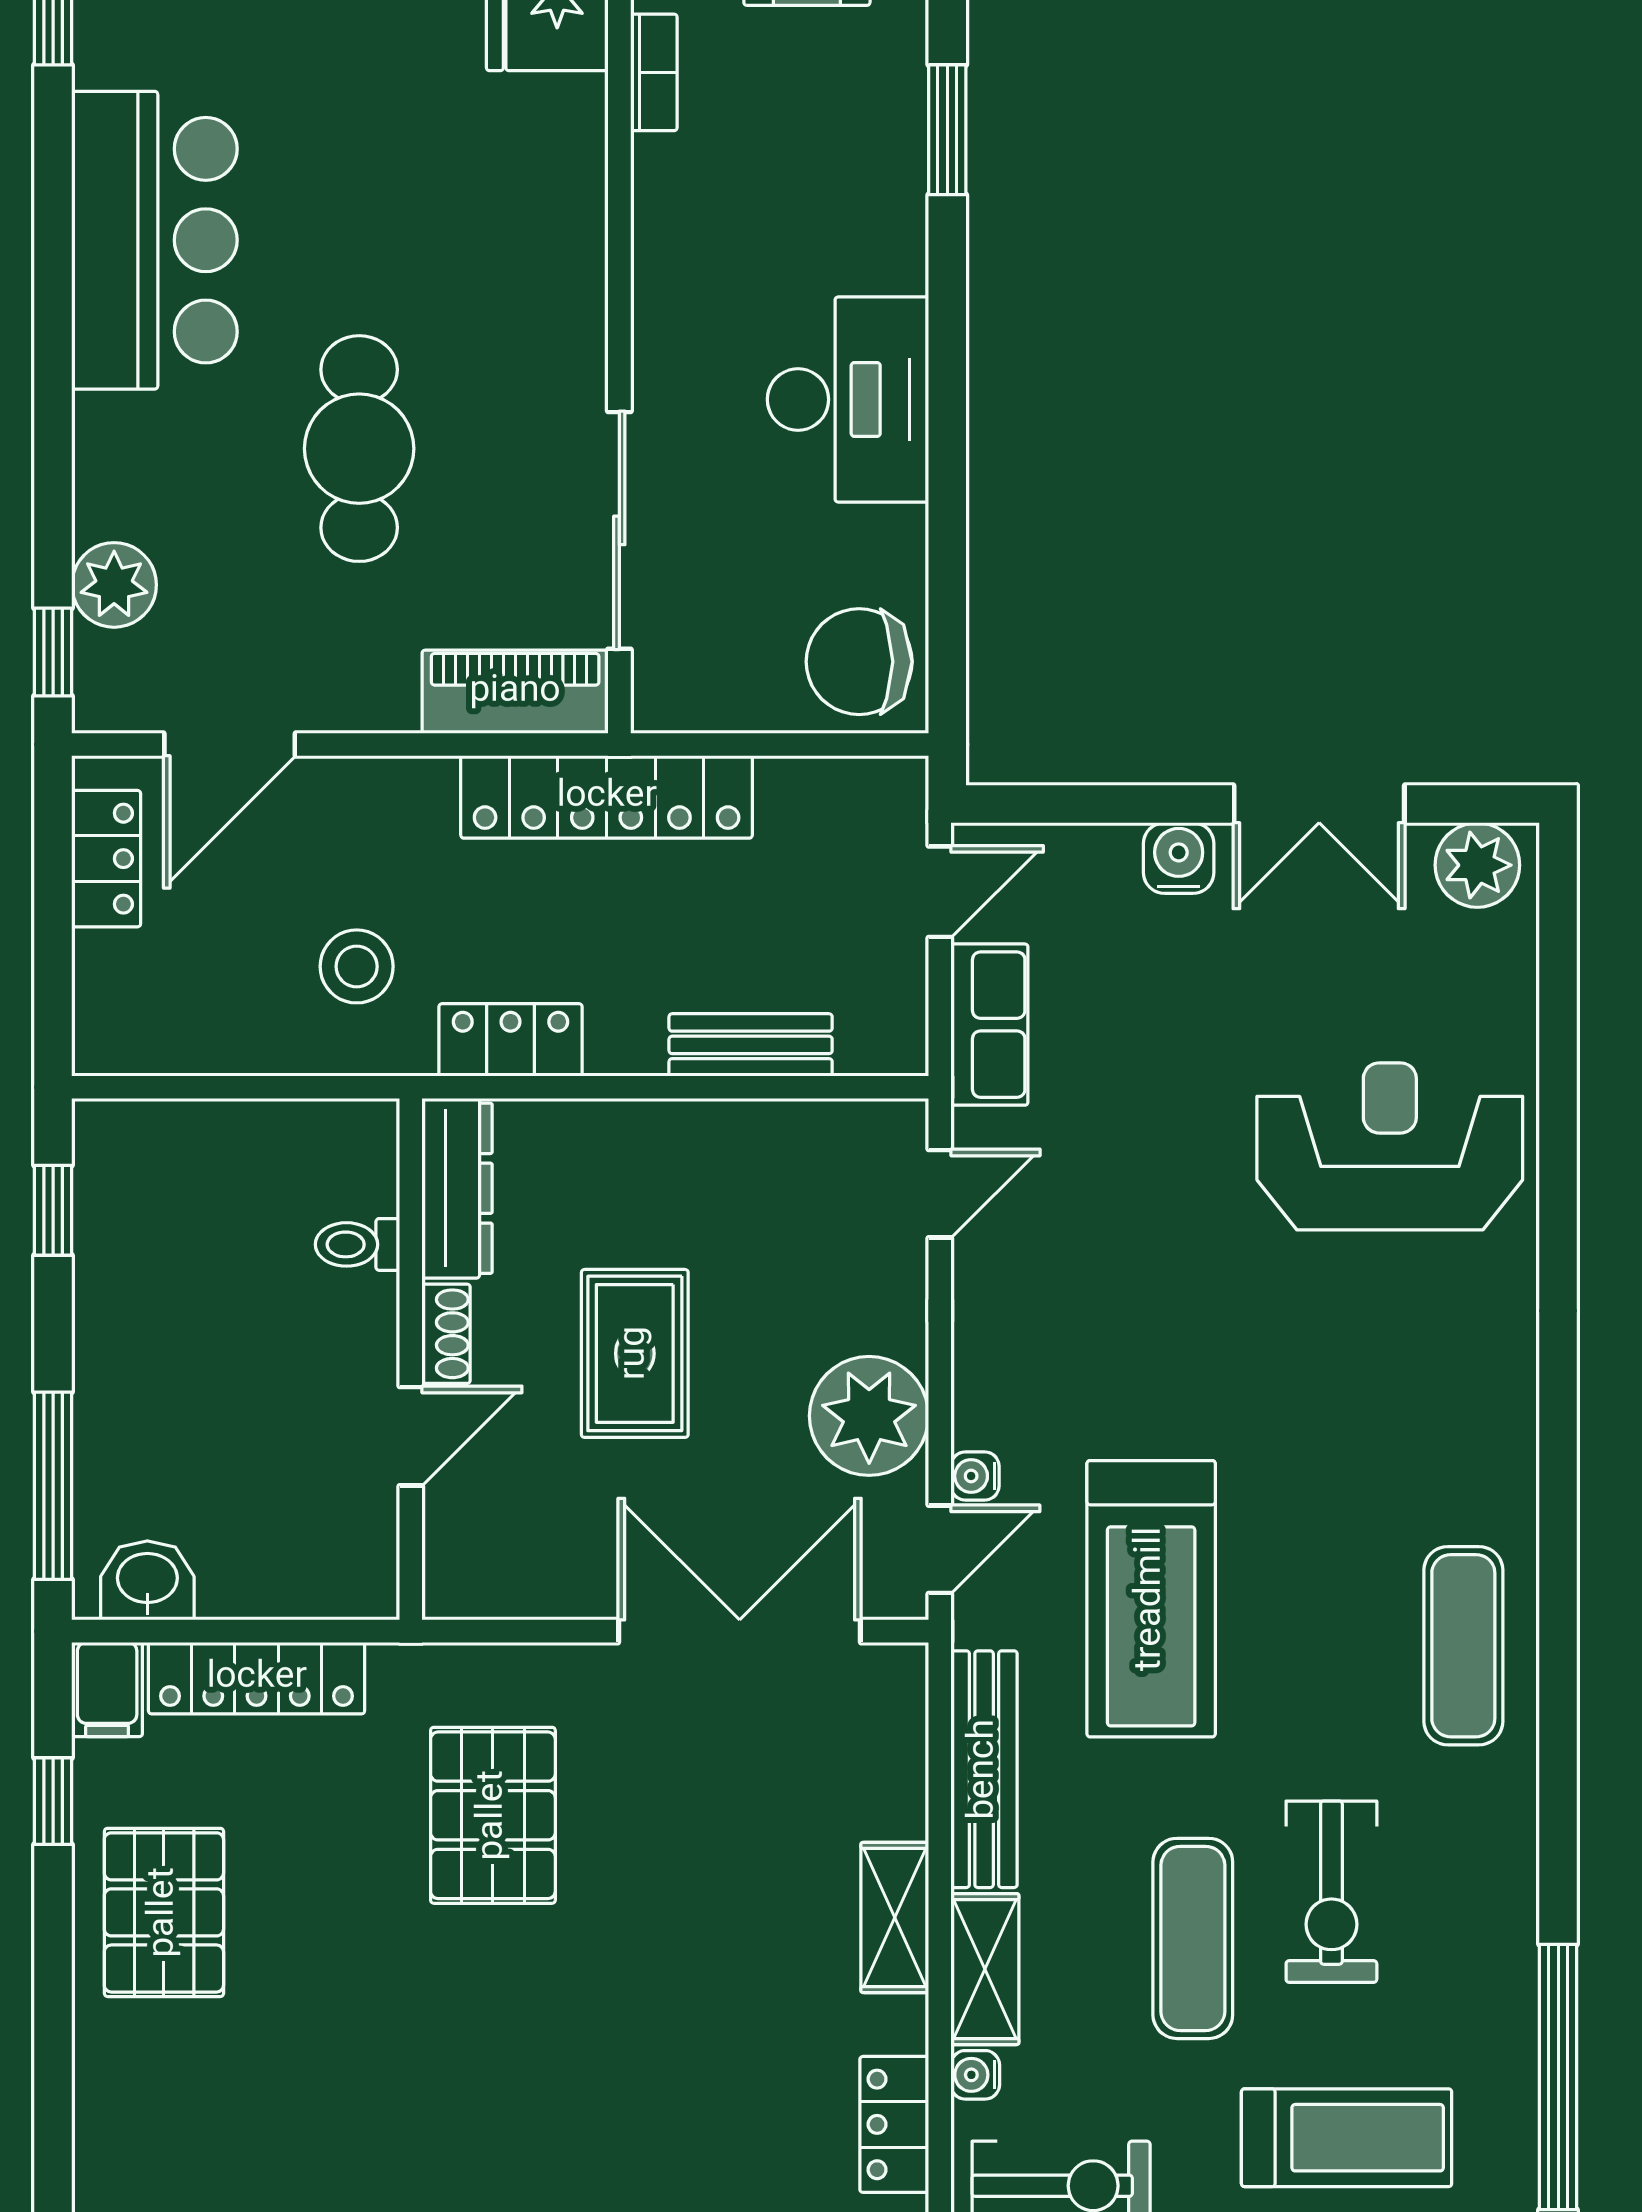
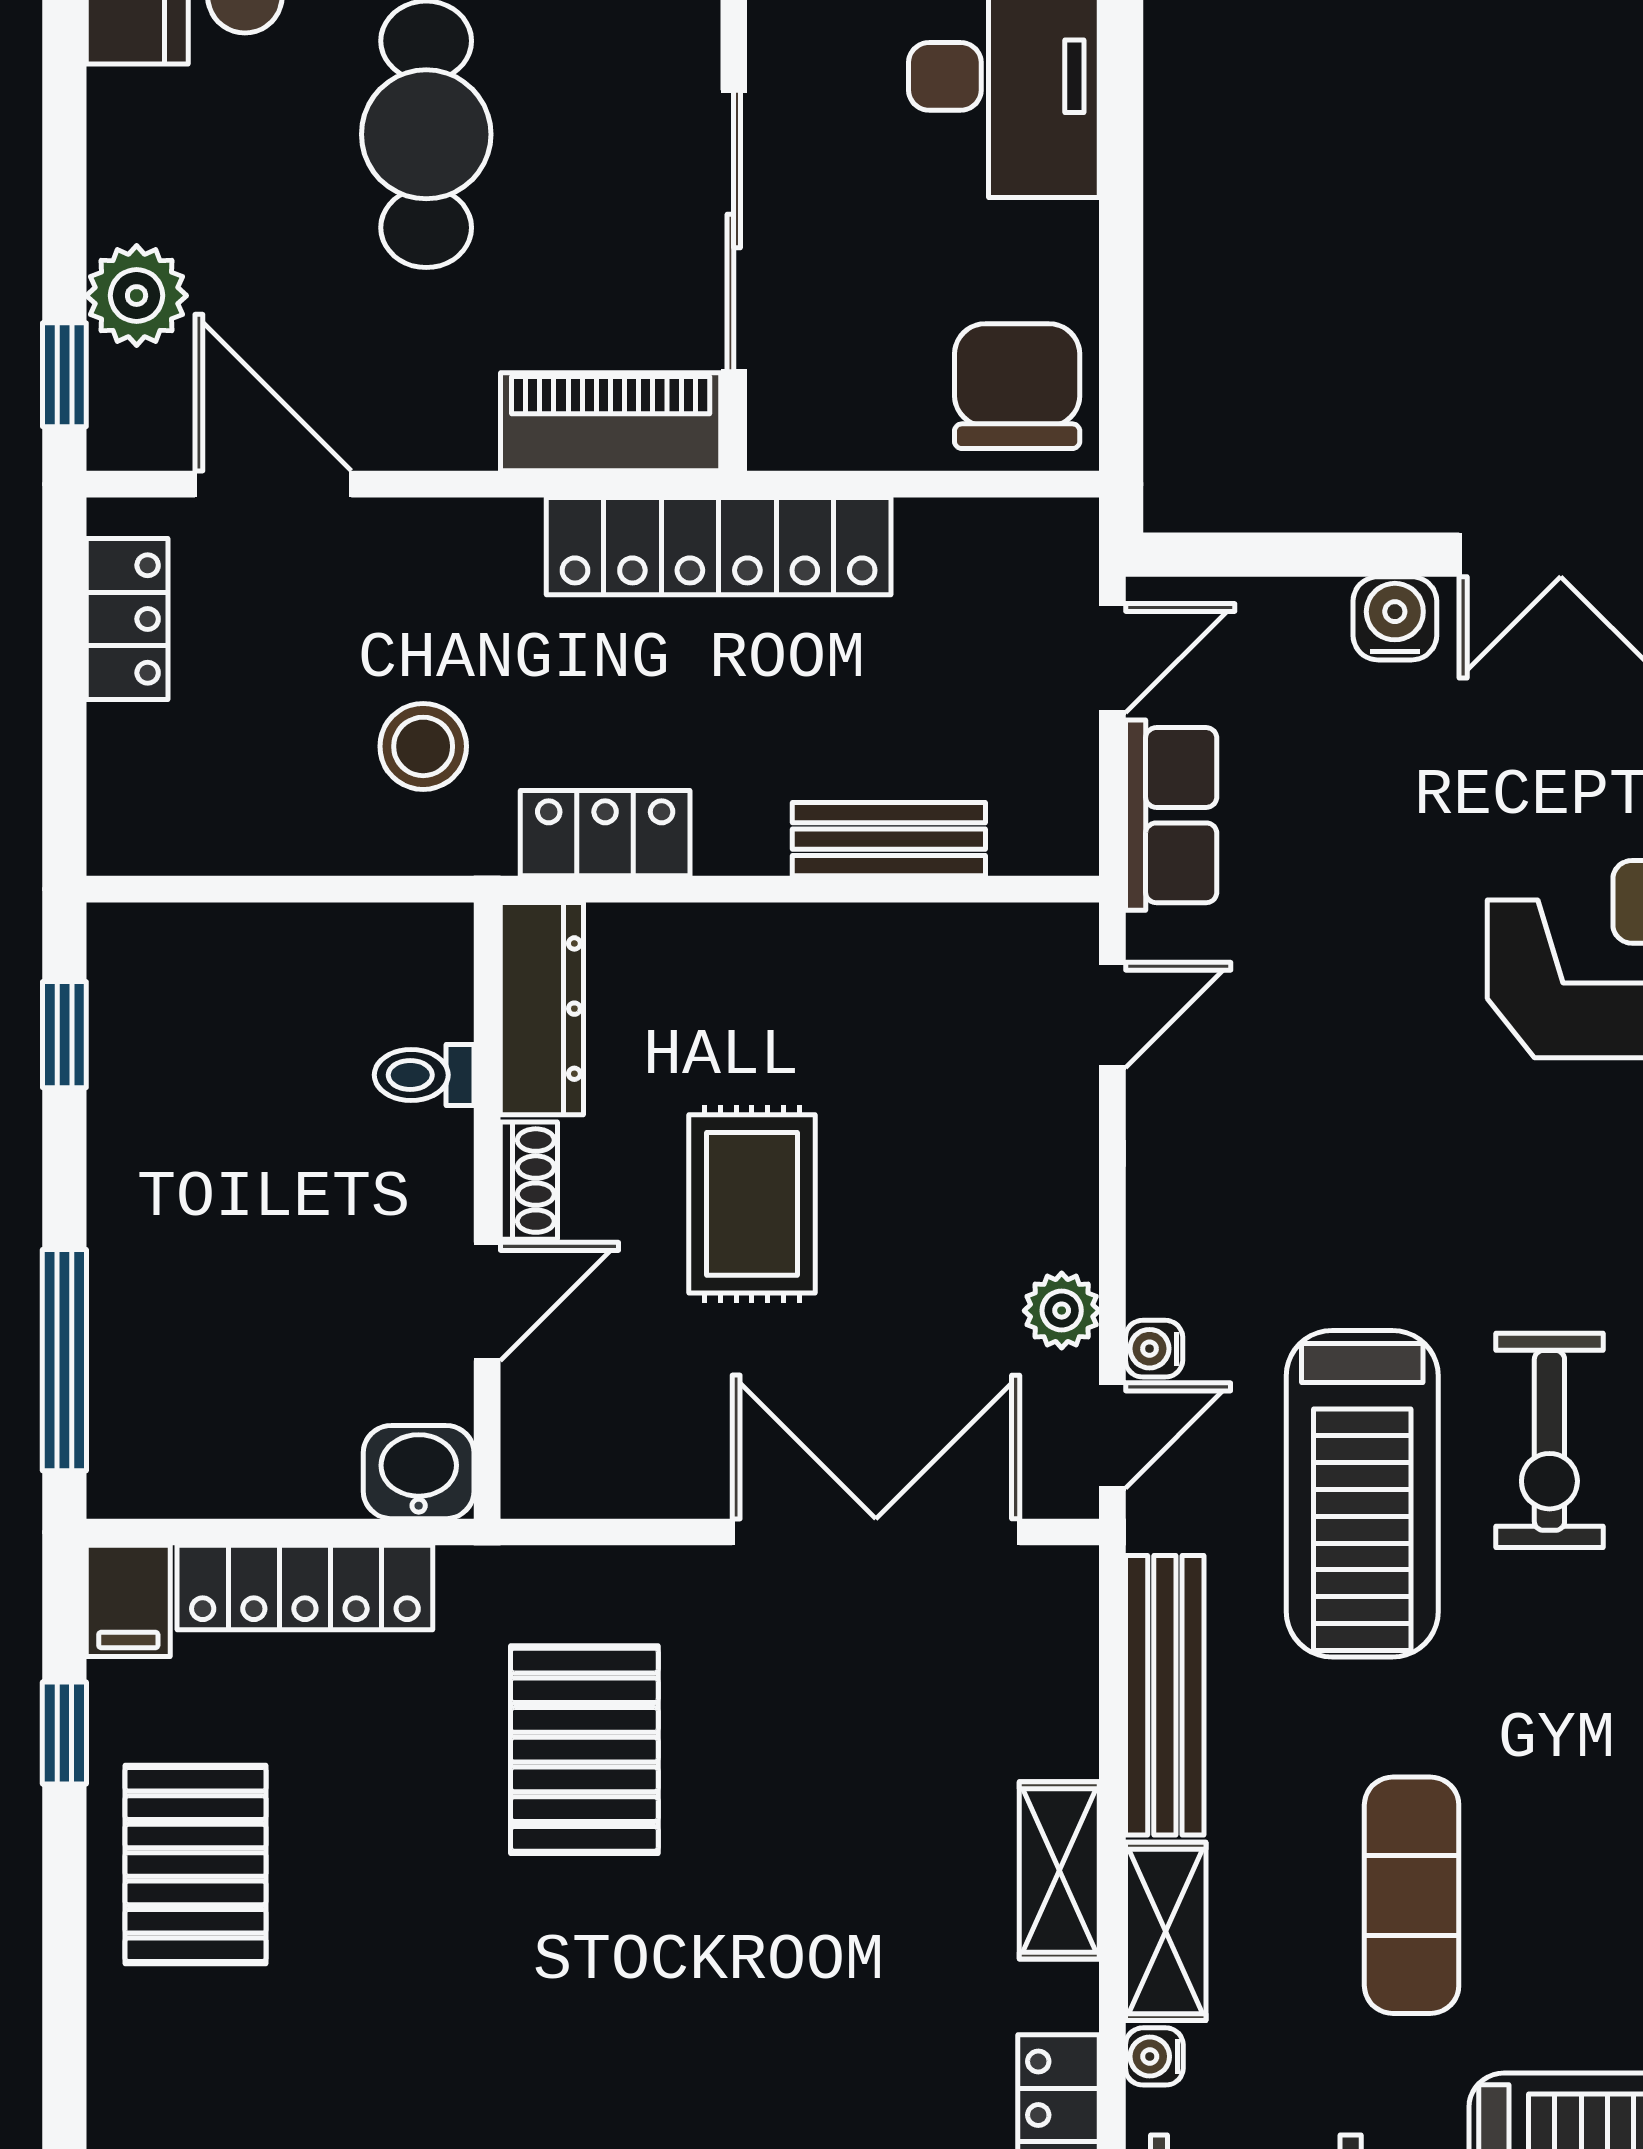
chair: (859, 662) -> (1017, 386), turned 90
door: (230, 745) -> (273, 484), swing flipped
plant: (869, 1416) -> (1062, 1311), width x0.53, depth x0.53
washbasin: (147, 1580) -> (419, 1472), moved
exercise bike: (1331, 1892) -> (1549, 1440), moved

